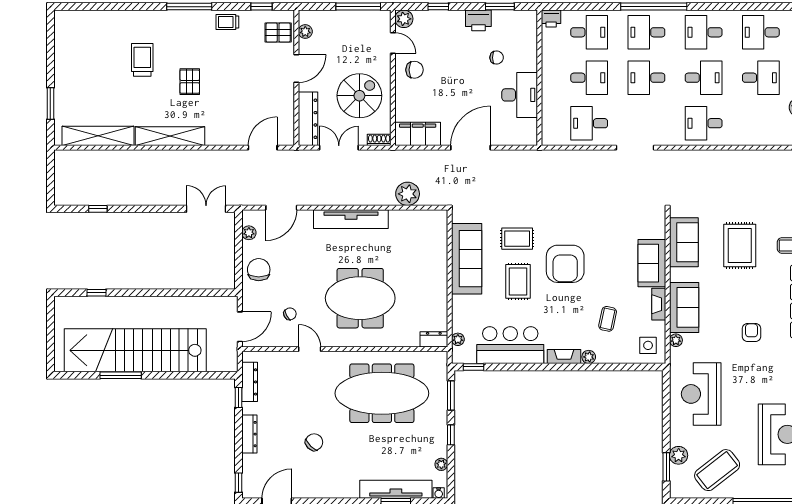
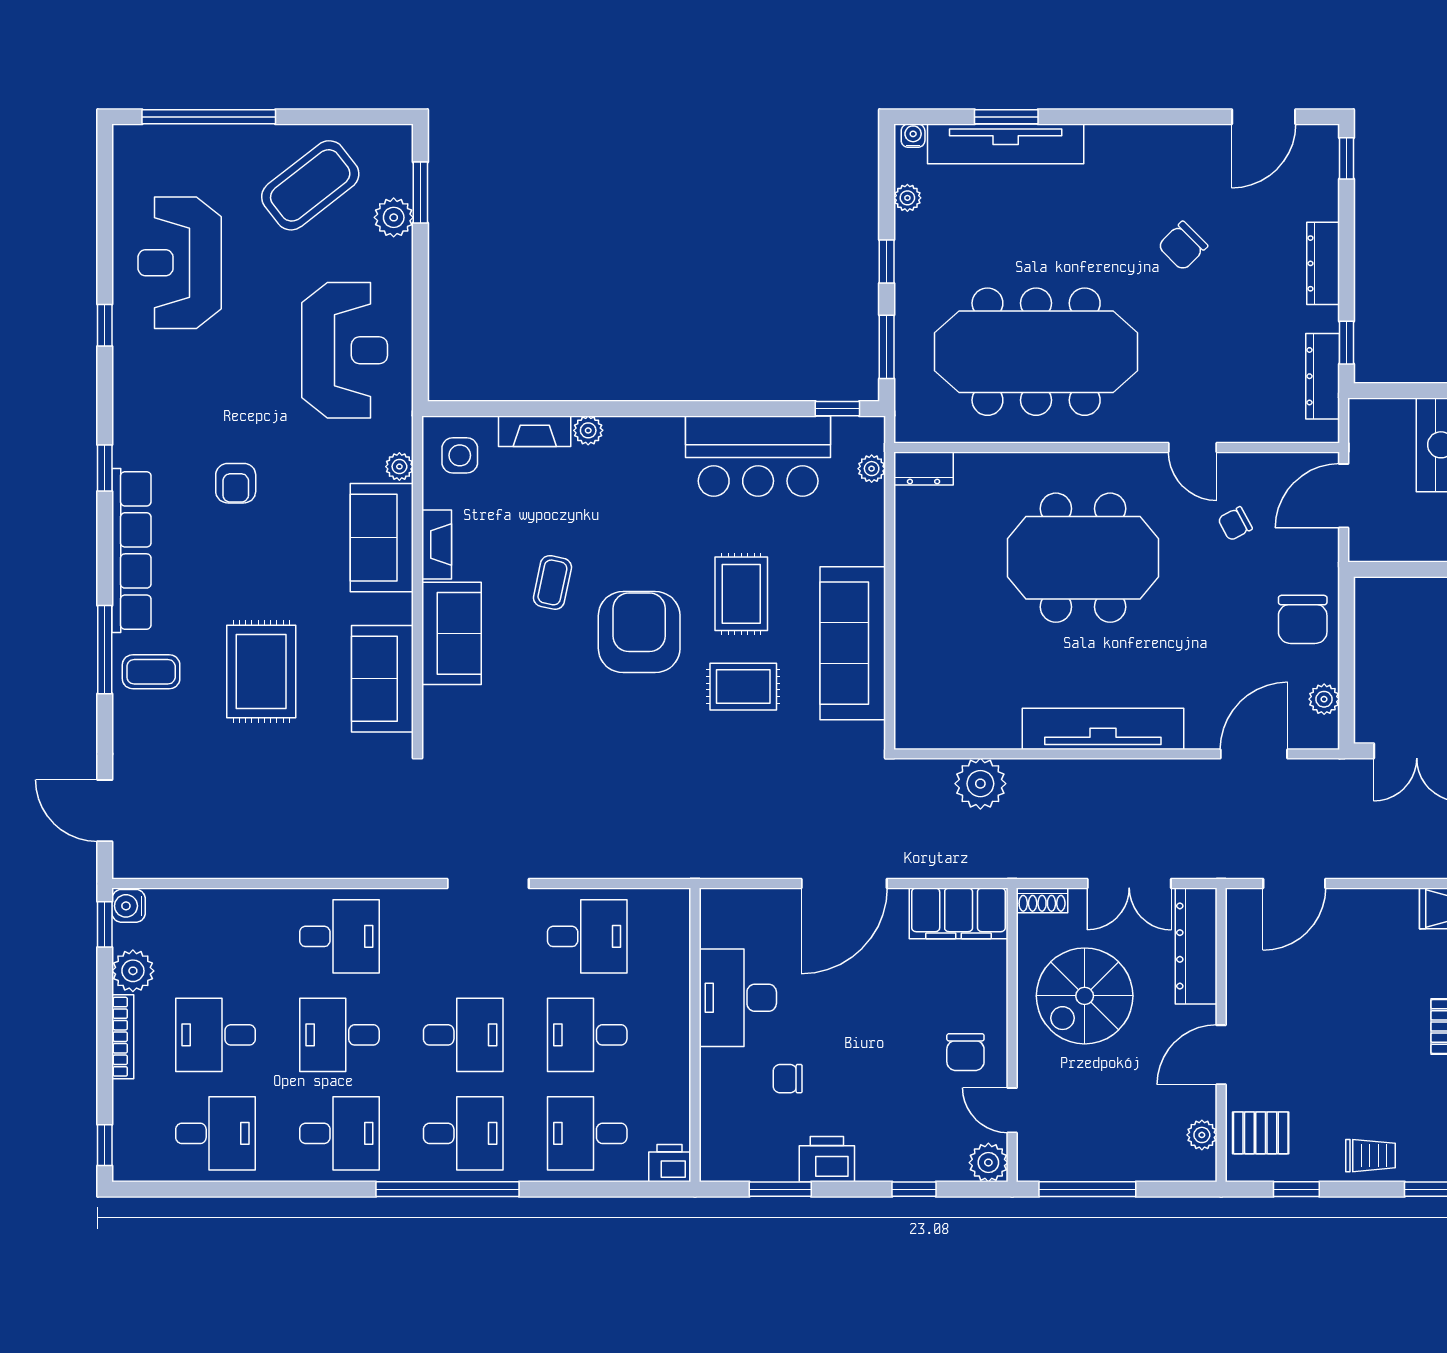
chair: (414, 70) -> (965, 1052), turned -90
coffee table: (608, 319) -> (552, 582), moved
fireplace: (564, 357) -> (535, 431), moved

